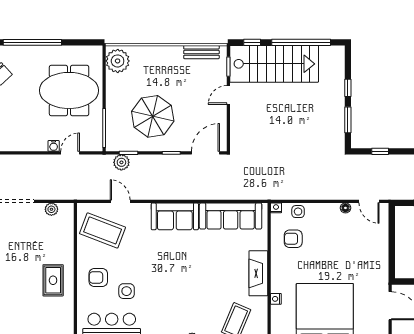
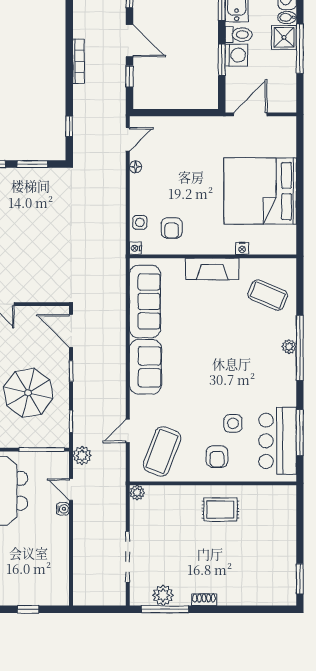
plant: (121, 162) -> (82, 456), moved
plant: (51, 209) -> (137, 493), moved

